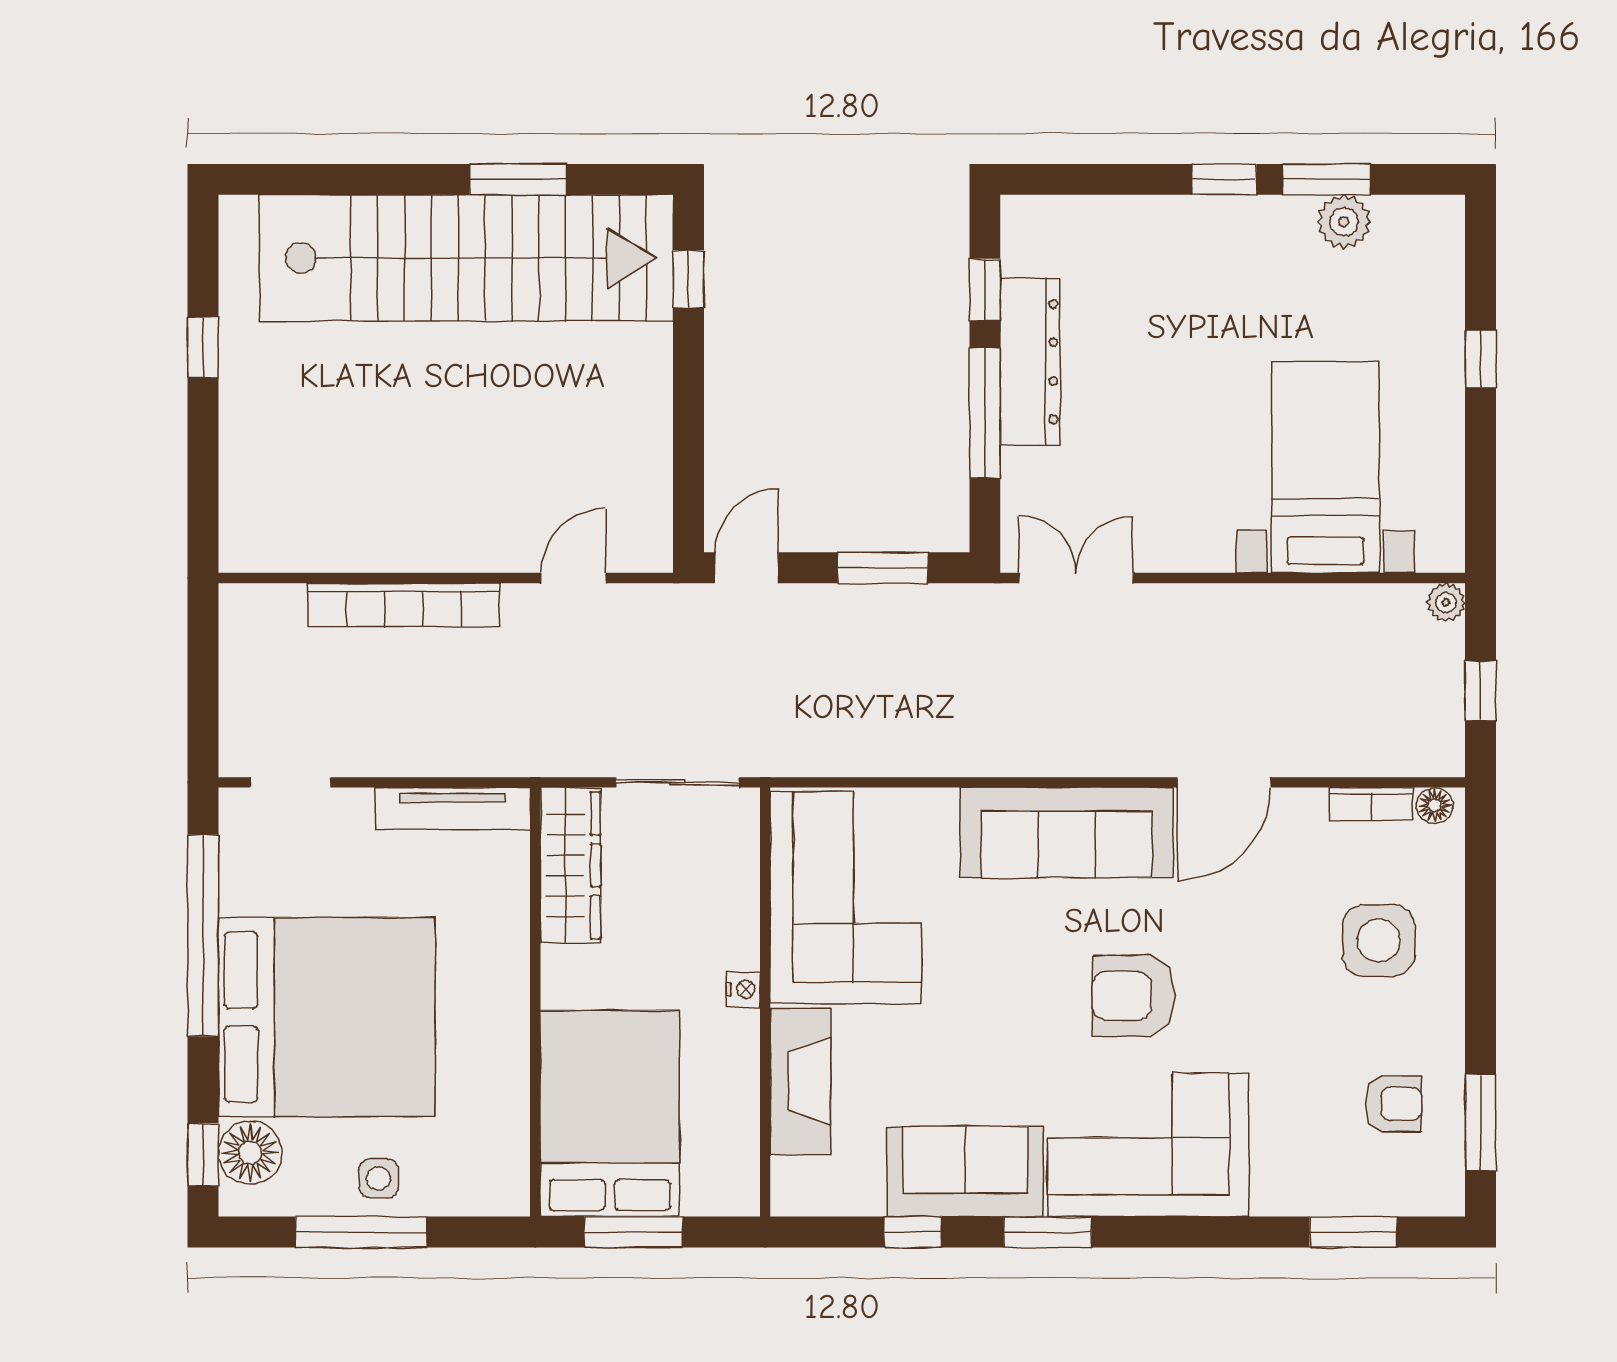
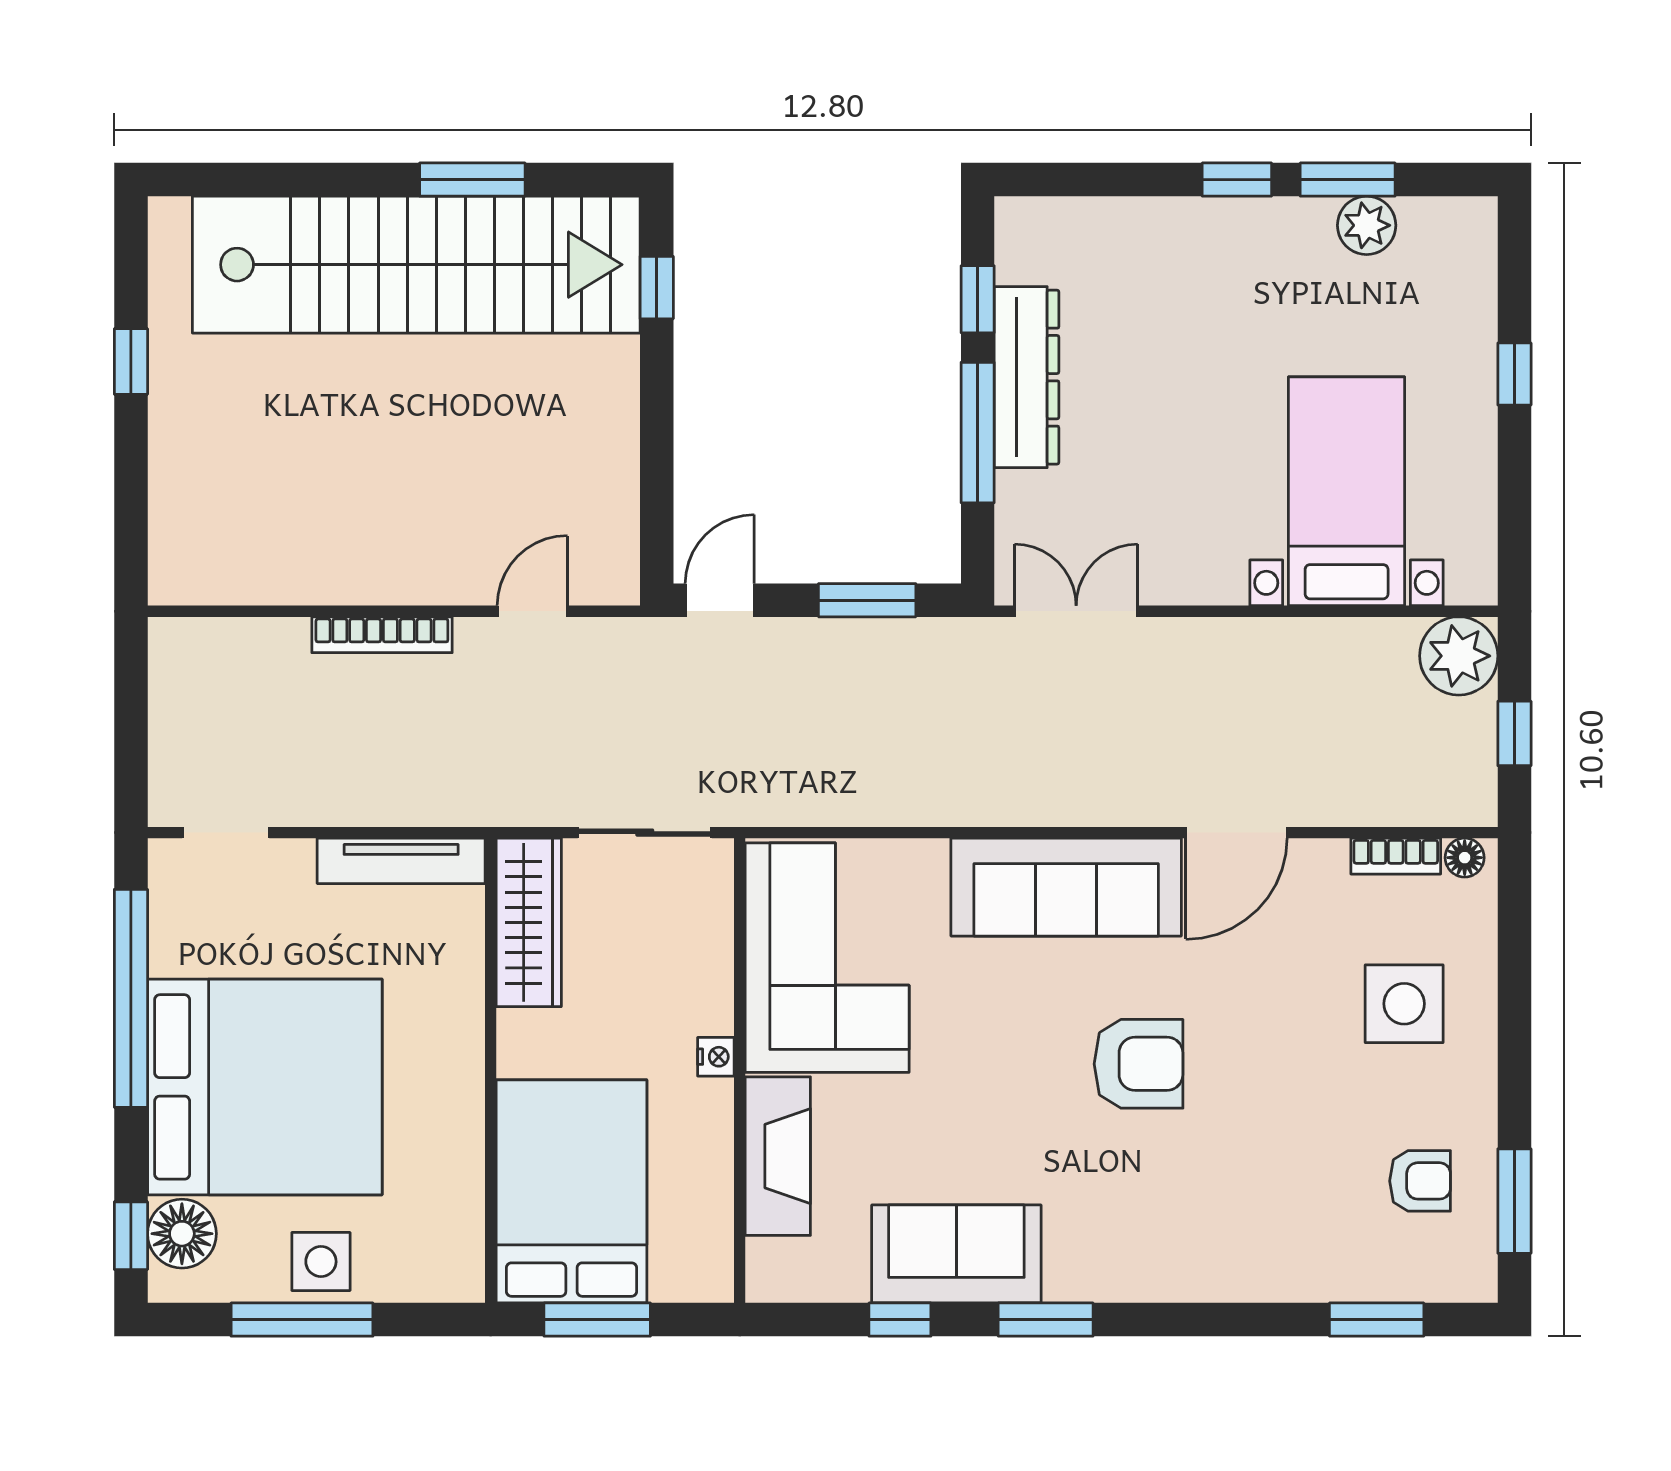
plant: (1446, 602) -> (1459, 656), width x1.87, depth x1.87
bookcase: (404, 605) -> (382, 635), width x0.68, depth x0.76
armchair: (1133, 996) -> (1139, 1064), turned 180
corner sofa: (1148, 1145) -> (1155, 1225), removed
side table: (378, 1178) -> (321, 1262), width x1.37, depth x1.37

